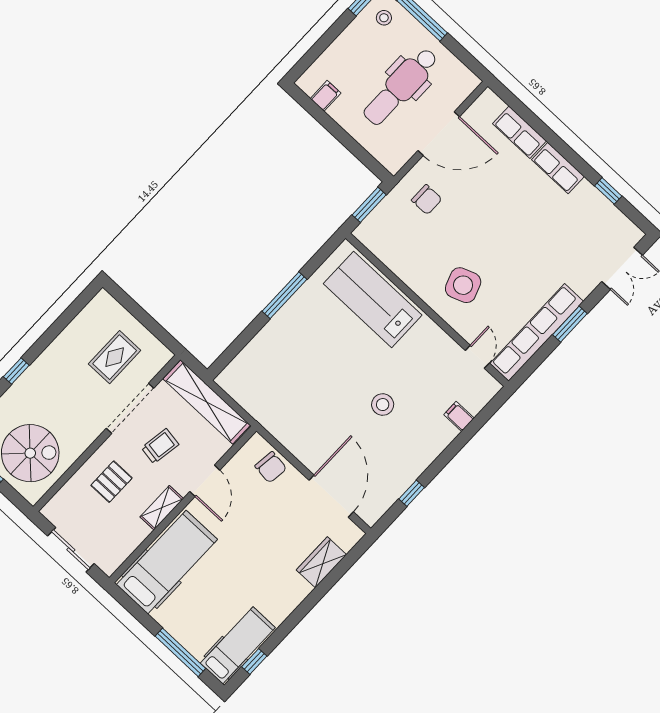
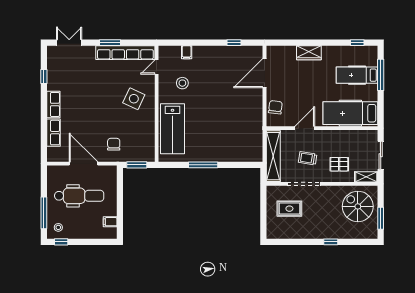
side table: (463, 285) -> (134, 99), turned 45
stool: (383, 405) -> (182, 83), moved
shelving: (162, 508) -> (366, 177), moved
wardrobe: (321, 562) -> (309, 53), moved
hospital bed: (238, 645) -> (357, 75), moved

